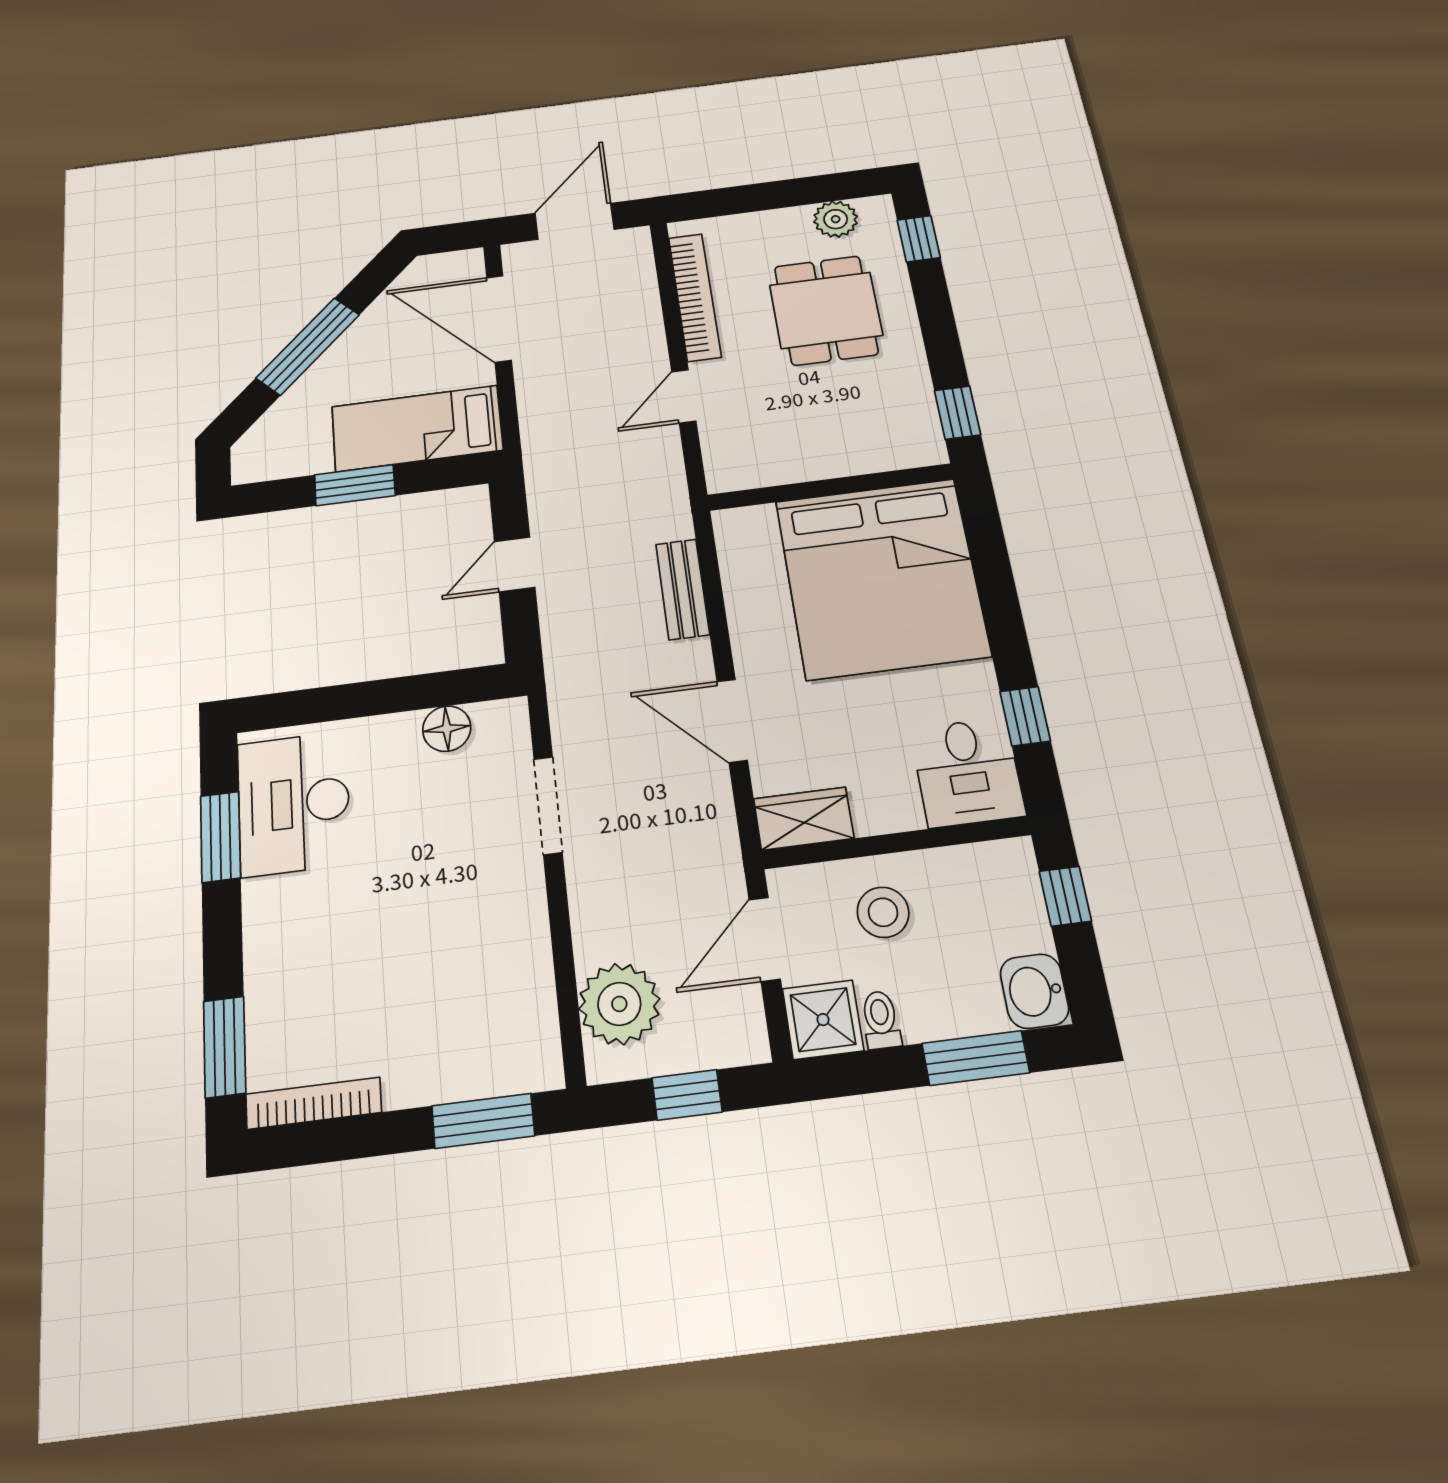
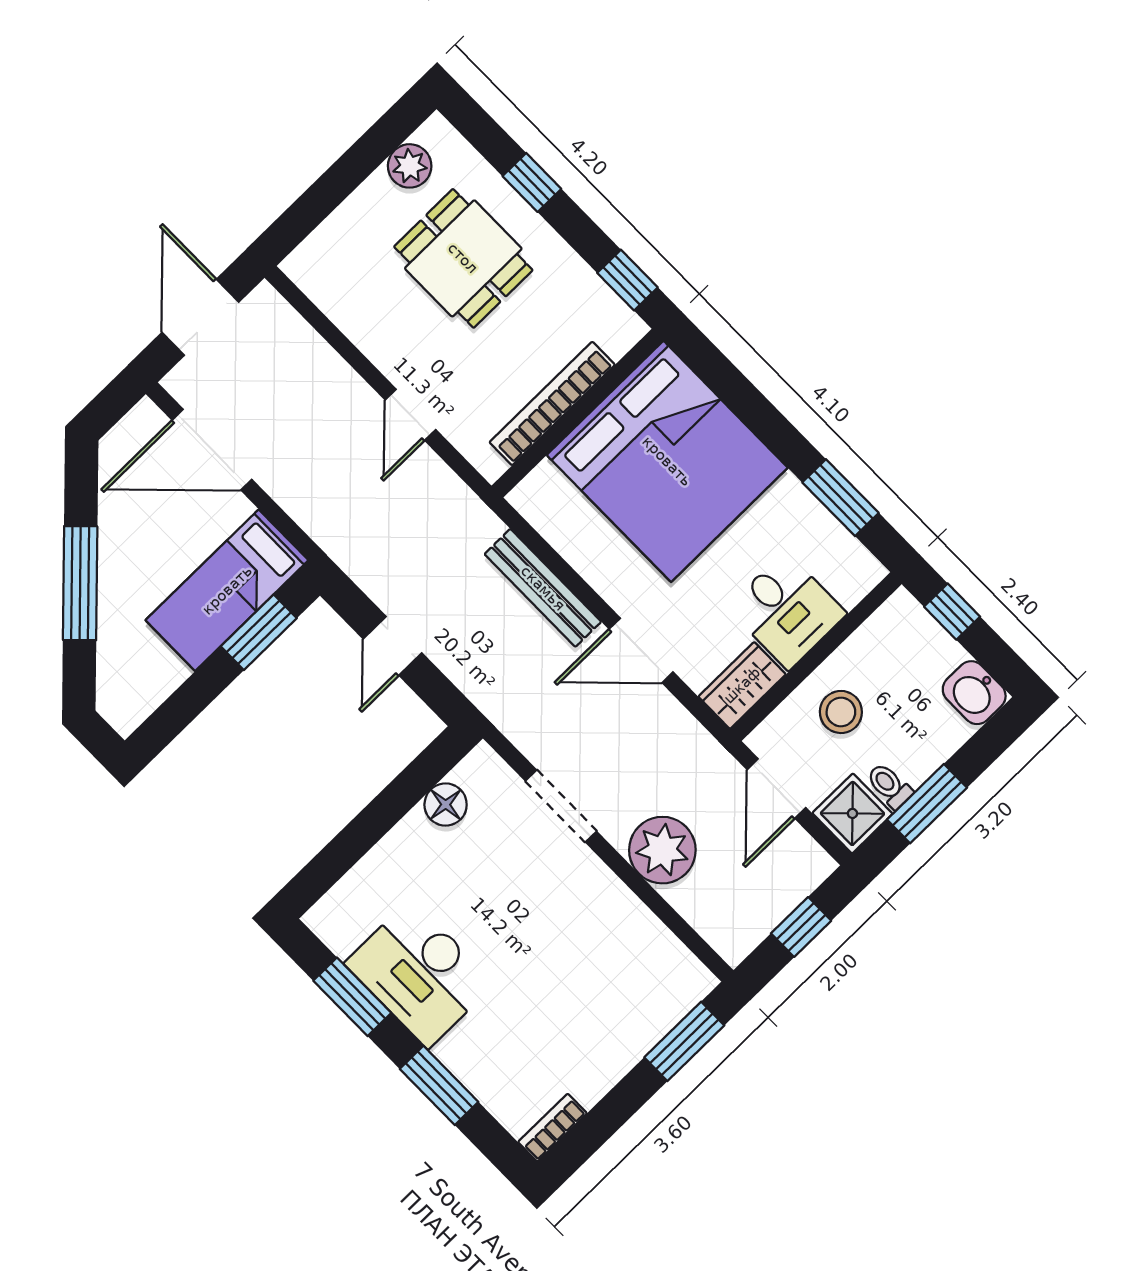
window: (919, 239) -> (532, 182), moved
bookcase: (695, 297) -> (552, 403), moved, turned -90
window: (355, 485) -> (259, 632), moved
bench: (683, 589) -> (543, 588), width x1.36
window: (1025, 716) -> (840, 498), width x1.50
desk: (967, 772) -> (787, 611), moved
desk: (294, 803) -> (420, 974), moved
plant: (619, 1004) -> (662, 850), moved
window: (225, 1047) -> (439, 1085), moved
window: (976, 1058) -> (927, 804), moved
bookcase: (314, 1103) -> (553, 1128), width x0.64

